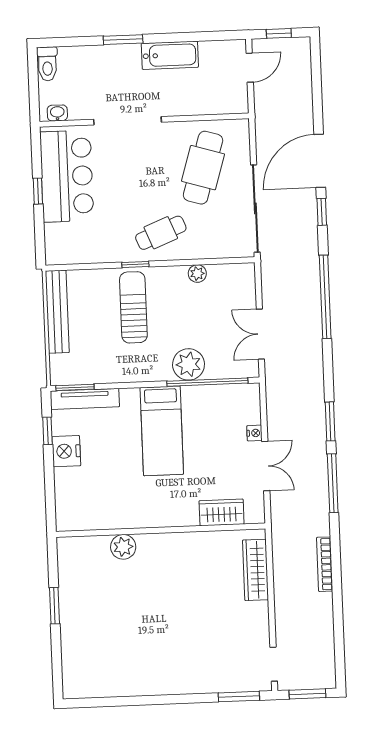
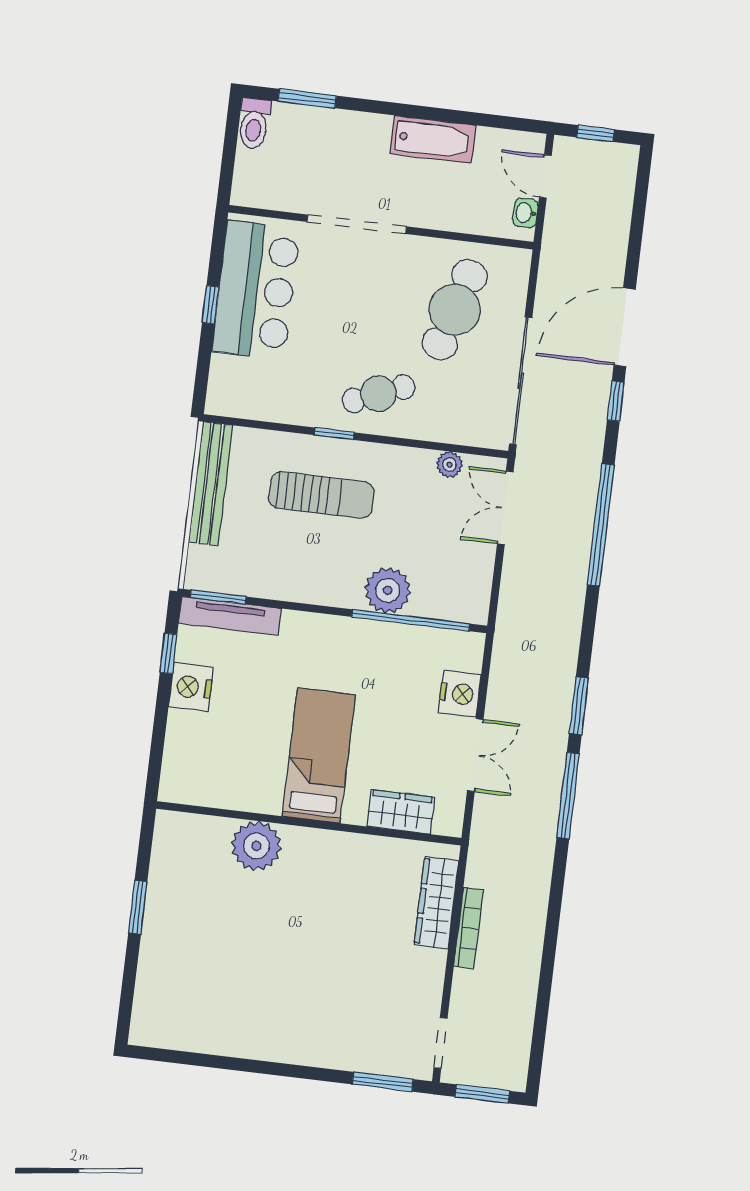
window: (123, 40) -> (307, 99), moved
door: (250, 68) -> (545, 176), swing flipped
washbasin: (57, 113) -> (525, 213), moved, turned -90
plant: (197, 274) -> (449, 465), moved
sun lounger: (133, 307) -> (321, 495), turned 90
double door: (260, 334) -> (505, 508), moved
bed: (162, 431) -> (319, 755), moved, turned 180
nightstand: (254, 433) -> (460, 694), width x1.89, depth x1.79
plant: (123, 547) -> (256, 846), width x1.36, depth x1.36
bookcase: (325, 564) -> (468, 928), moved, turned 180

